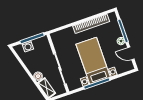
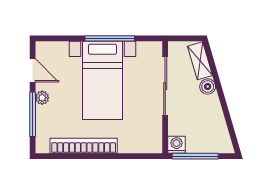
washing machine: (28, 46) -> (177, 145), moved

